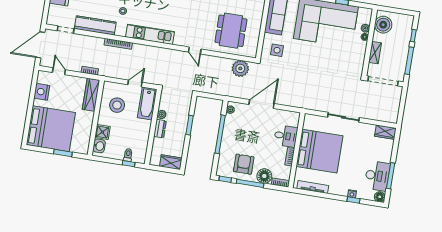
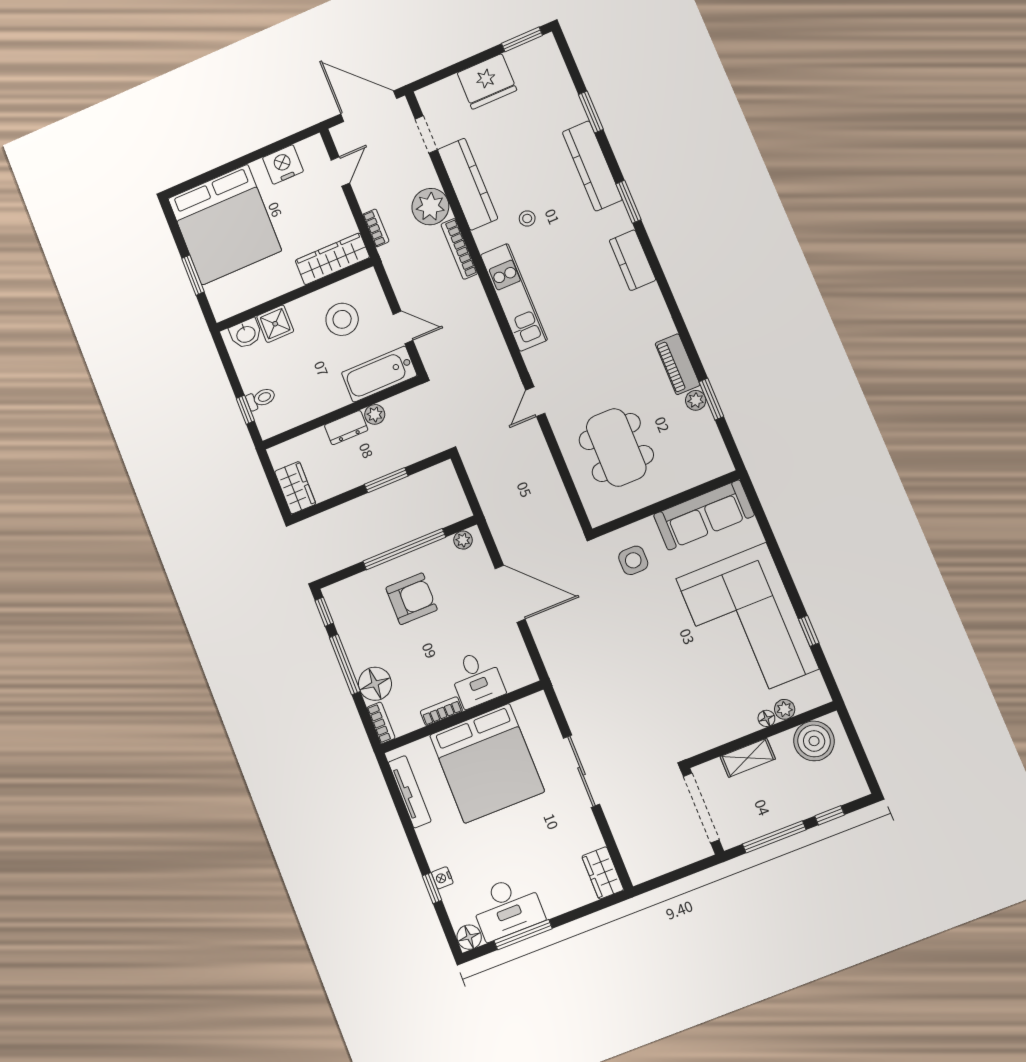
dining table: (231, 31) -> (616, 447), turned 90
plant: (240, 68) -> (430, 207), moved
armchair: (244, 164) -> (412, 599), moved

